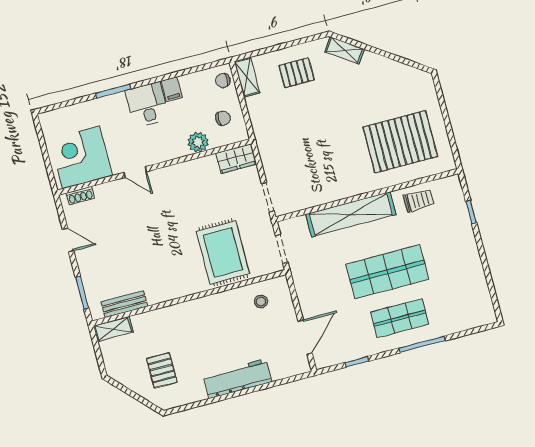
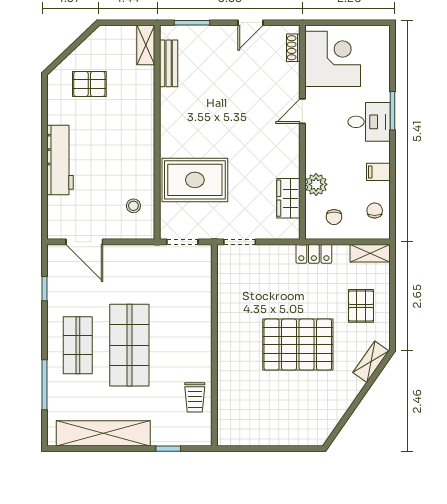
chair: (223, 81) -> (375, 211), moved
desk: (147, 105) -> (369, 122), moved
locker: (261, 128) -> (314, 254), added
pallet: (400, 142) -> (298, 345), moved, turned 90
wardrobe: (236, 159) -> (288, 198), moved
shelving: (351, 214) -> (103, 433), moved, turned 90
window: (422, 344) -> (44, 385), moved

